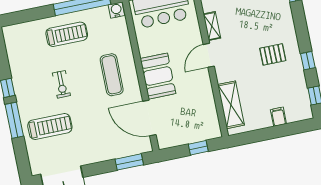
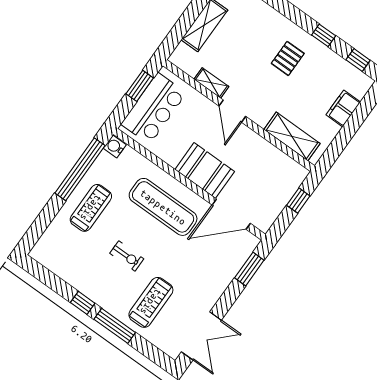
exercise mat: (112, 75) -> (163, 207), width x1.36, depth x1.45
filing cabinet: (278, 117) -> (343, 108), width x2.00

